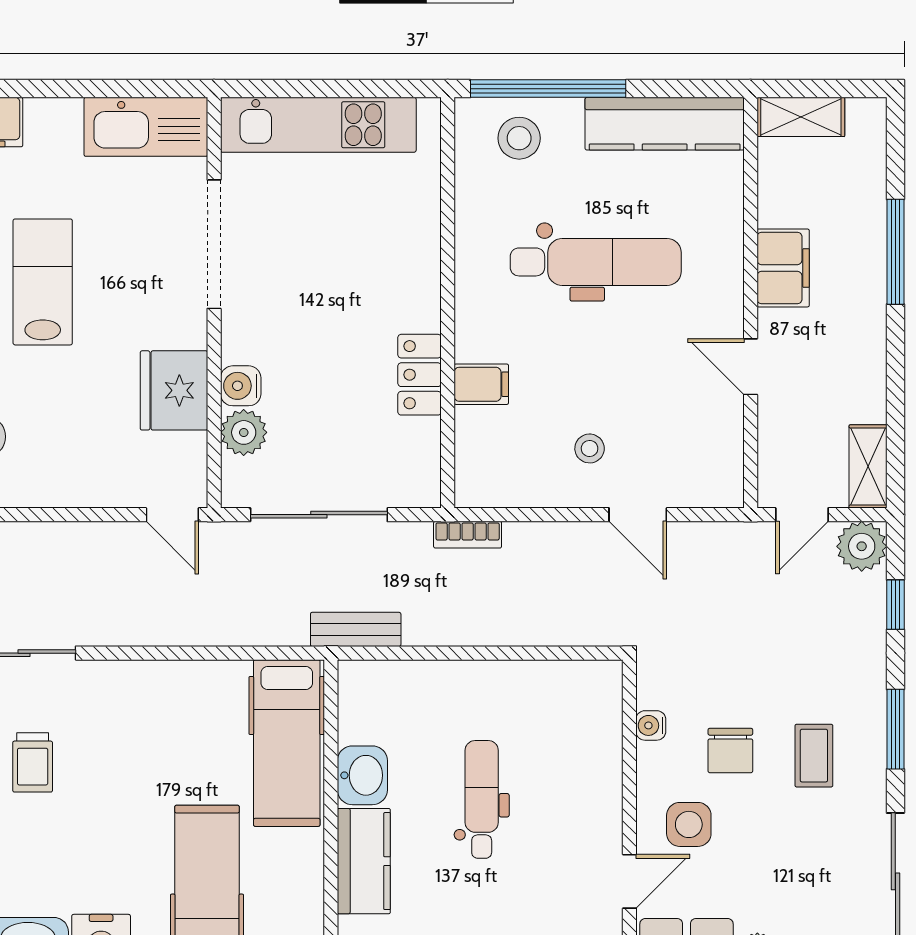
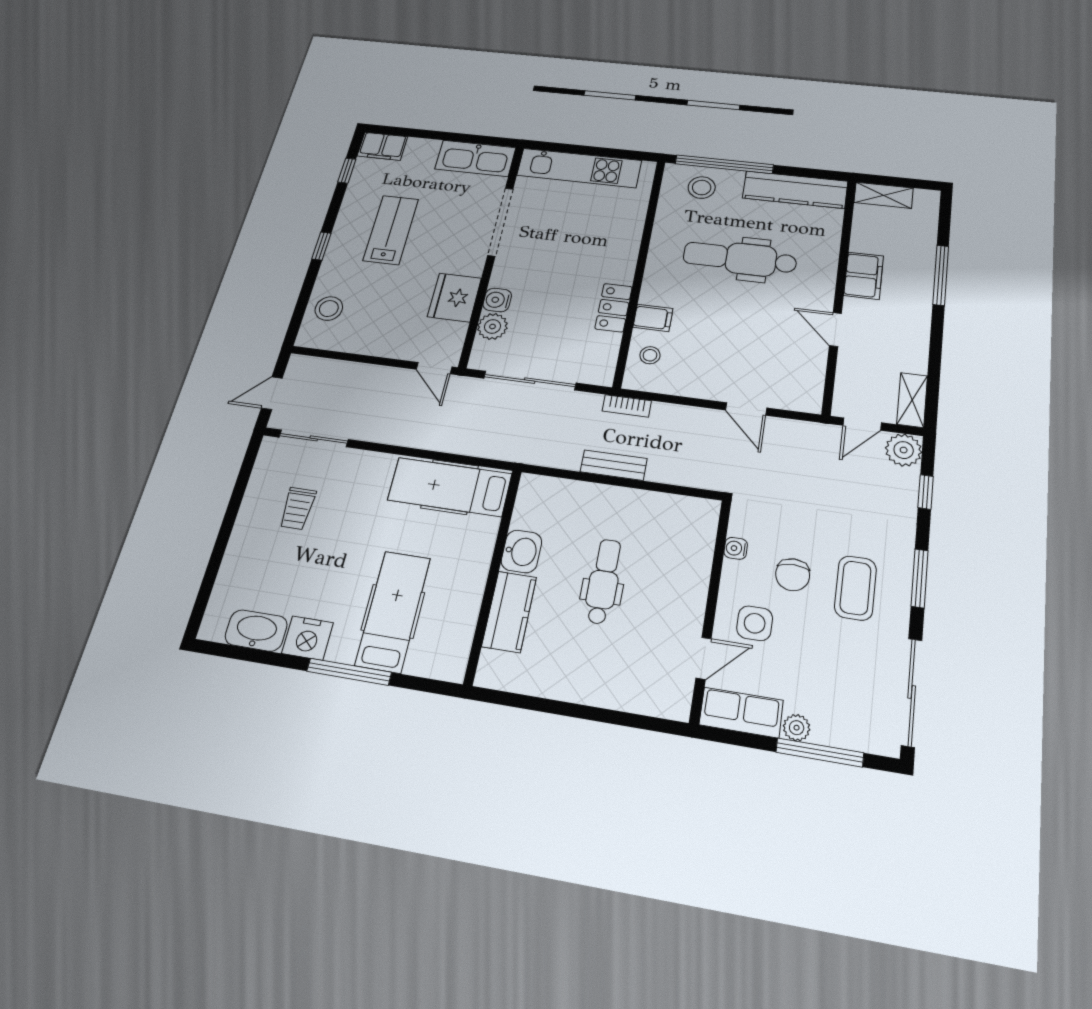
dental chair: (596, 262) -> (740, 258), turned 180
stool: (590, 448) -> (650, 355), moved
bench: (356, 629) -> (614, 465), moved
hospital bed: (287, 743) -> (450, 487), moved, turned 90
coffee table: (814, 756) -> (855, 588), width x1.36, depth x1.30

